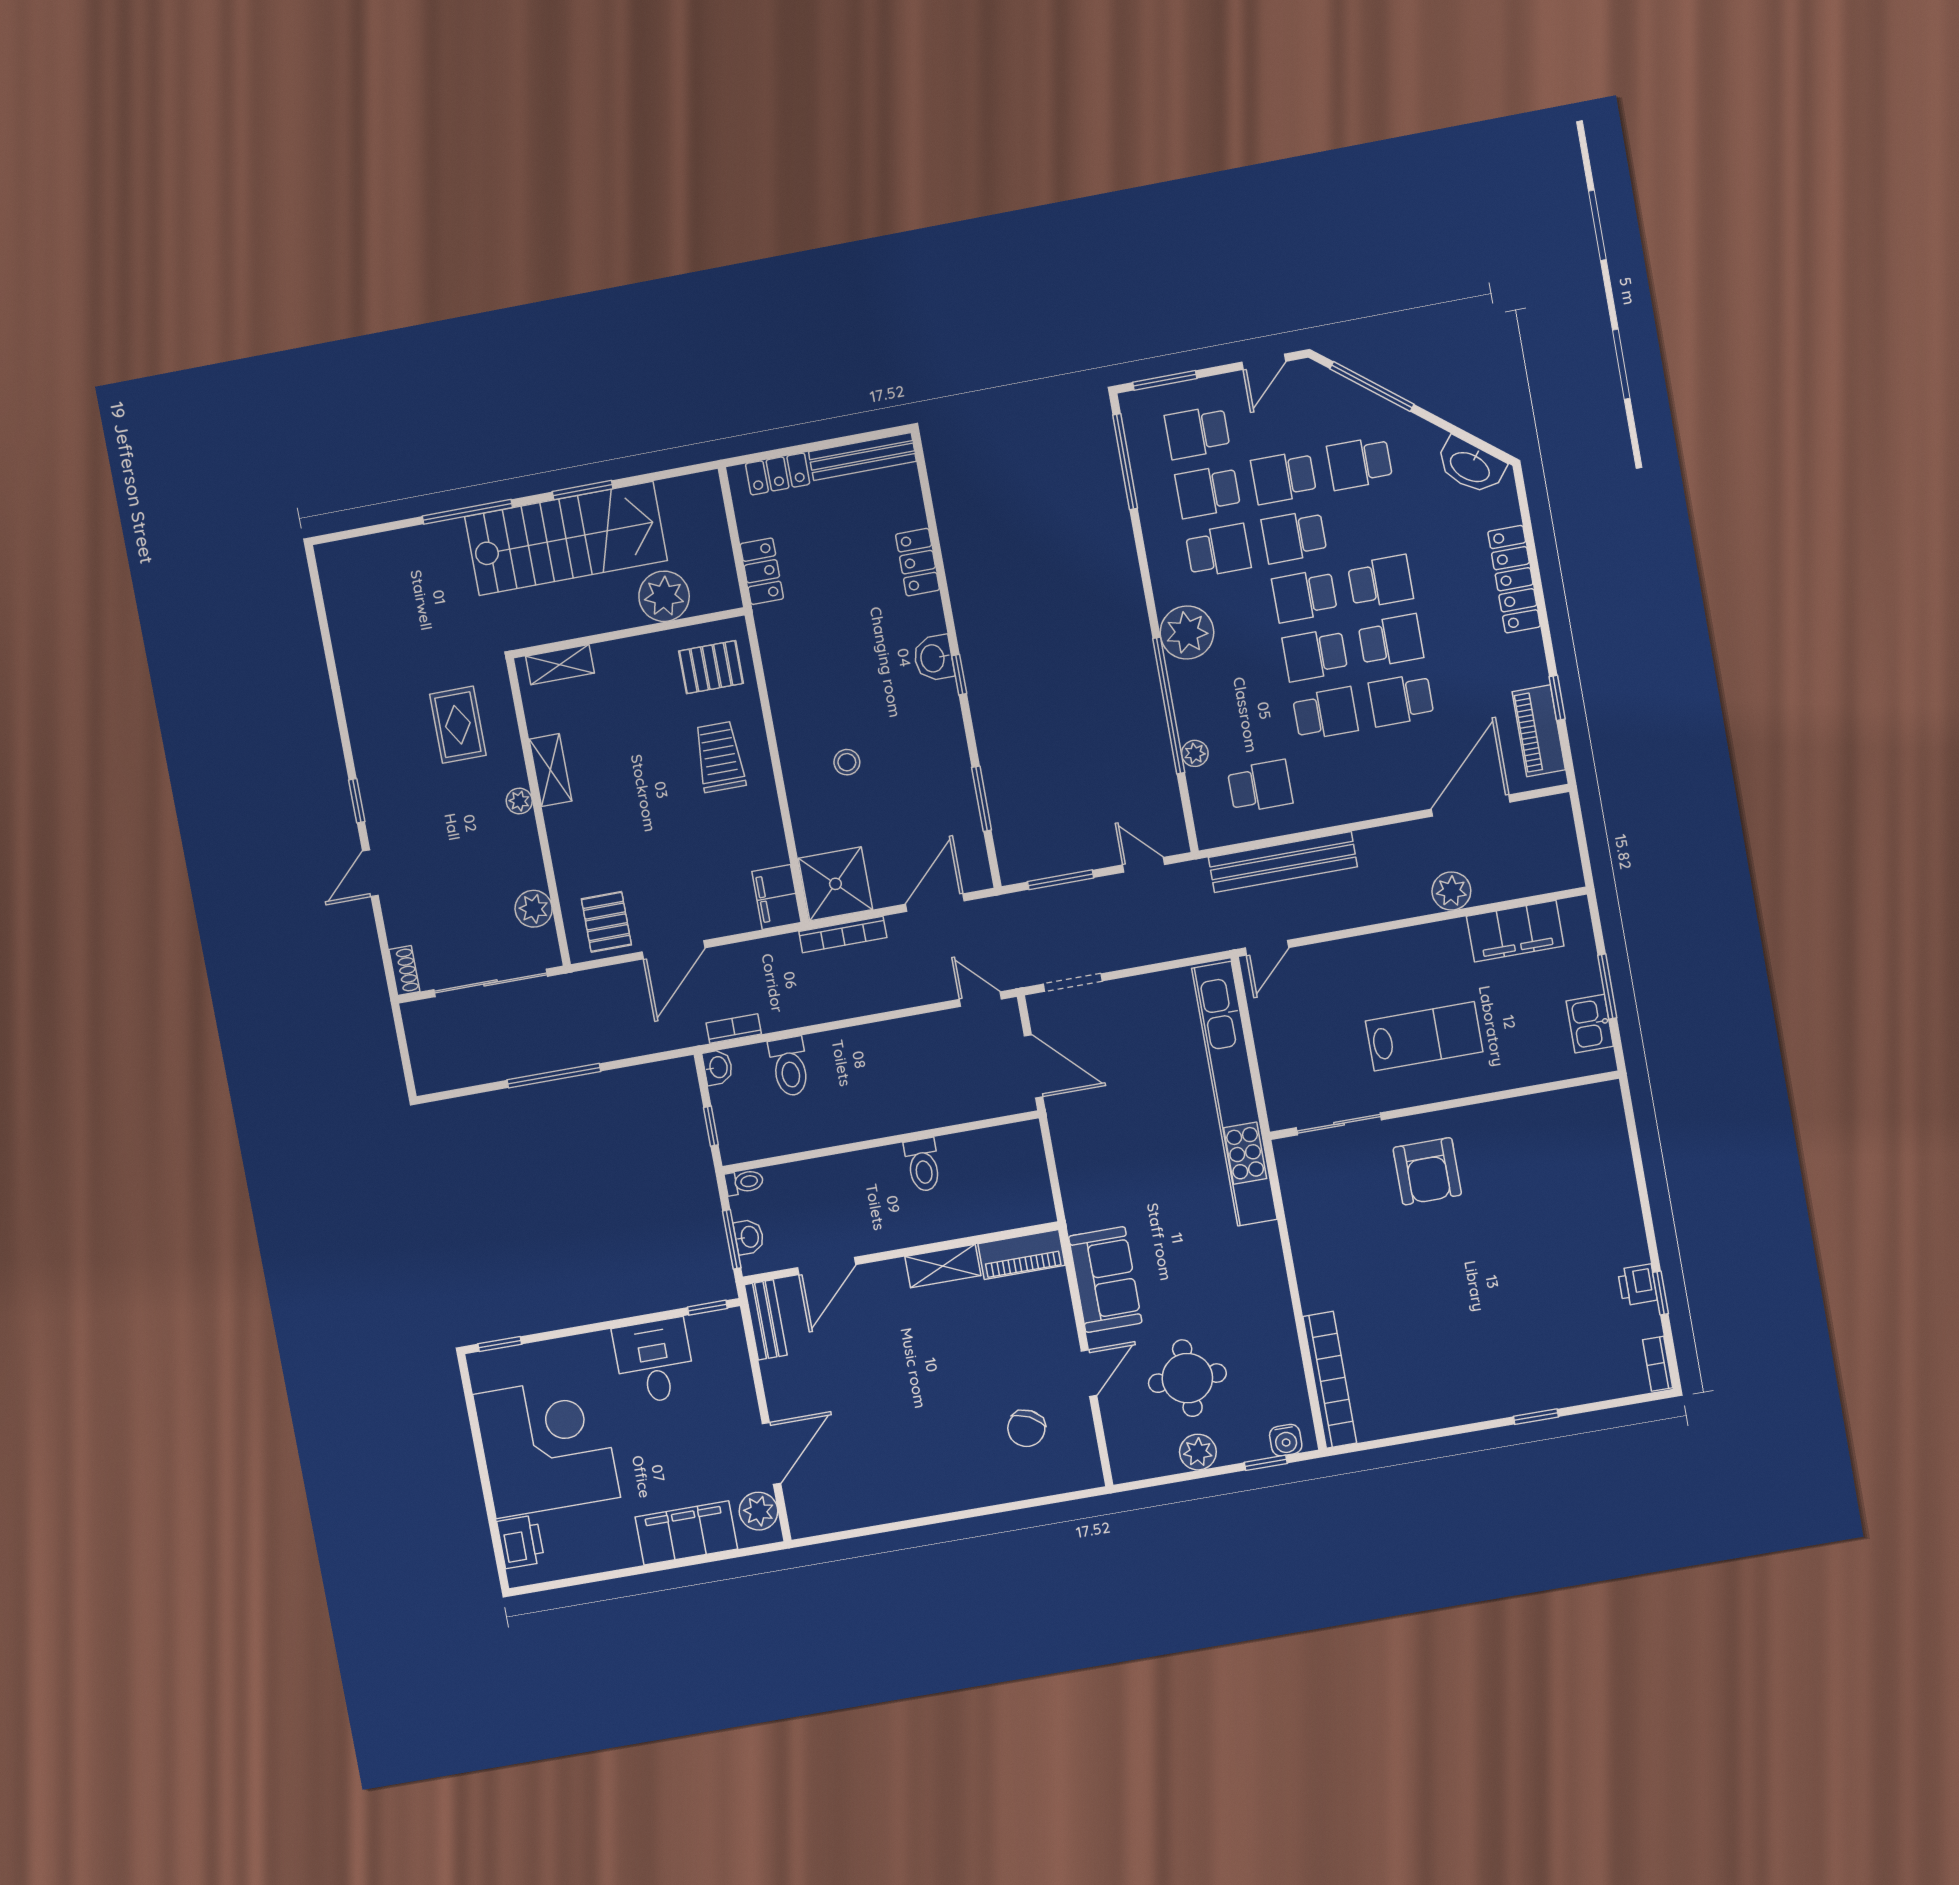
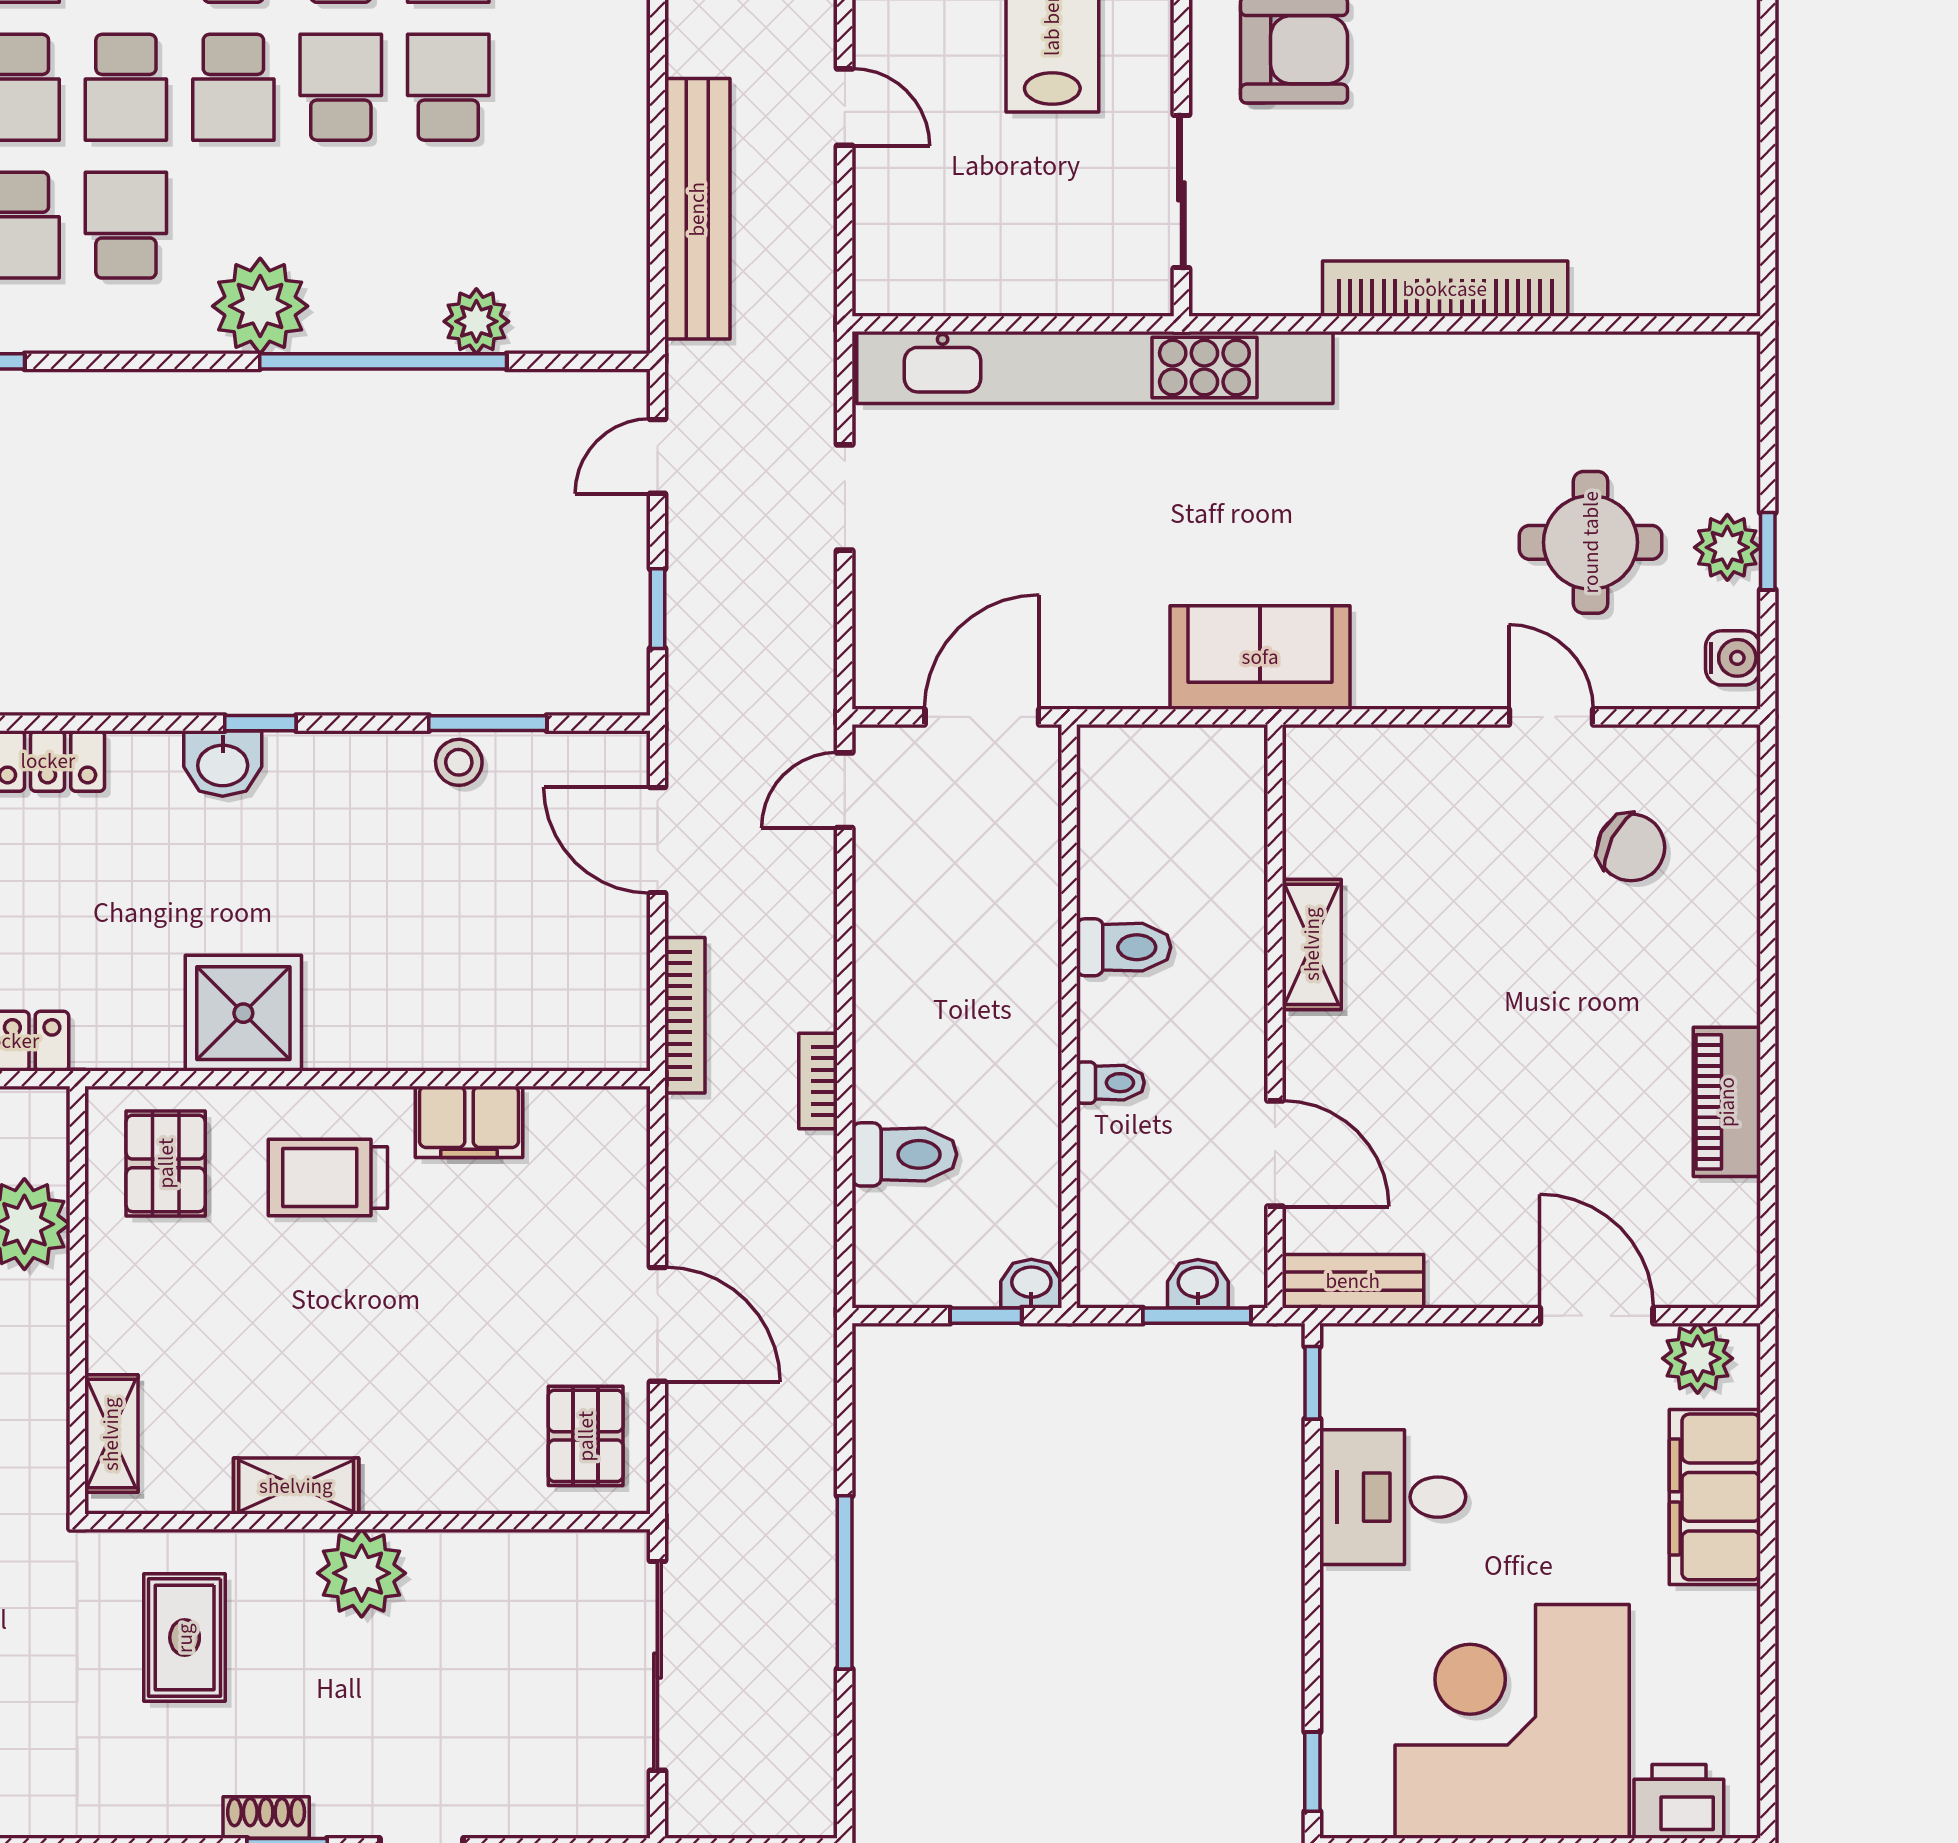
school desk: (1315, 655) -> (341, 87), turned 180
rug: (458, 725) -> (185, 1638), turned 90
plant: (1195, 753) -> (476, 321), width x1.38, depth x1.38
stool: (847, 762) -> (459, 762), moved
school desk: (1260, 786) -> (556, 225), removed
plant: (519, 801) -> (362, 1573), width x1.88, depth x1.88
window: (1061, 880) -> (657, 609), width x0.67
shower: (835, 884) -> (243, 1013), moved
filing cabinet: (776, 897) -> (469, 1122), moved
plant: (534, 909) -> (538, 1563), removed
pallet: (606, 922) -> (586, 1436), turned 90
door: (1267, 948) -> (845, 107), moved
shoe rack: (404, 970) -> (266, 1818), moved
doorway: (1073, 983) -> (845, 497), moved
bookcase: (734, 1029) -> (818, 1081), moved
washbasin: (718, 1067) -> (1031, 1284), moved
toilet: (744, 1182) -> (1110, 1083), moved, turned 90
piano: (1021, 1255) -> (1727, 1102), moved, turned 180
sofa: (1105, 1280) -> (1260, 657), moved
bookcase: (1330, 1380) -> (1445, 289), moved
water cooler: (1286, 1440) -> (1733, 658), moved
window: (1266, 1463) -> (1768, 551), moved

